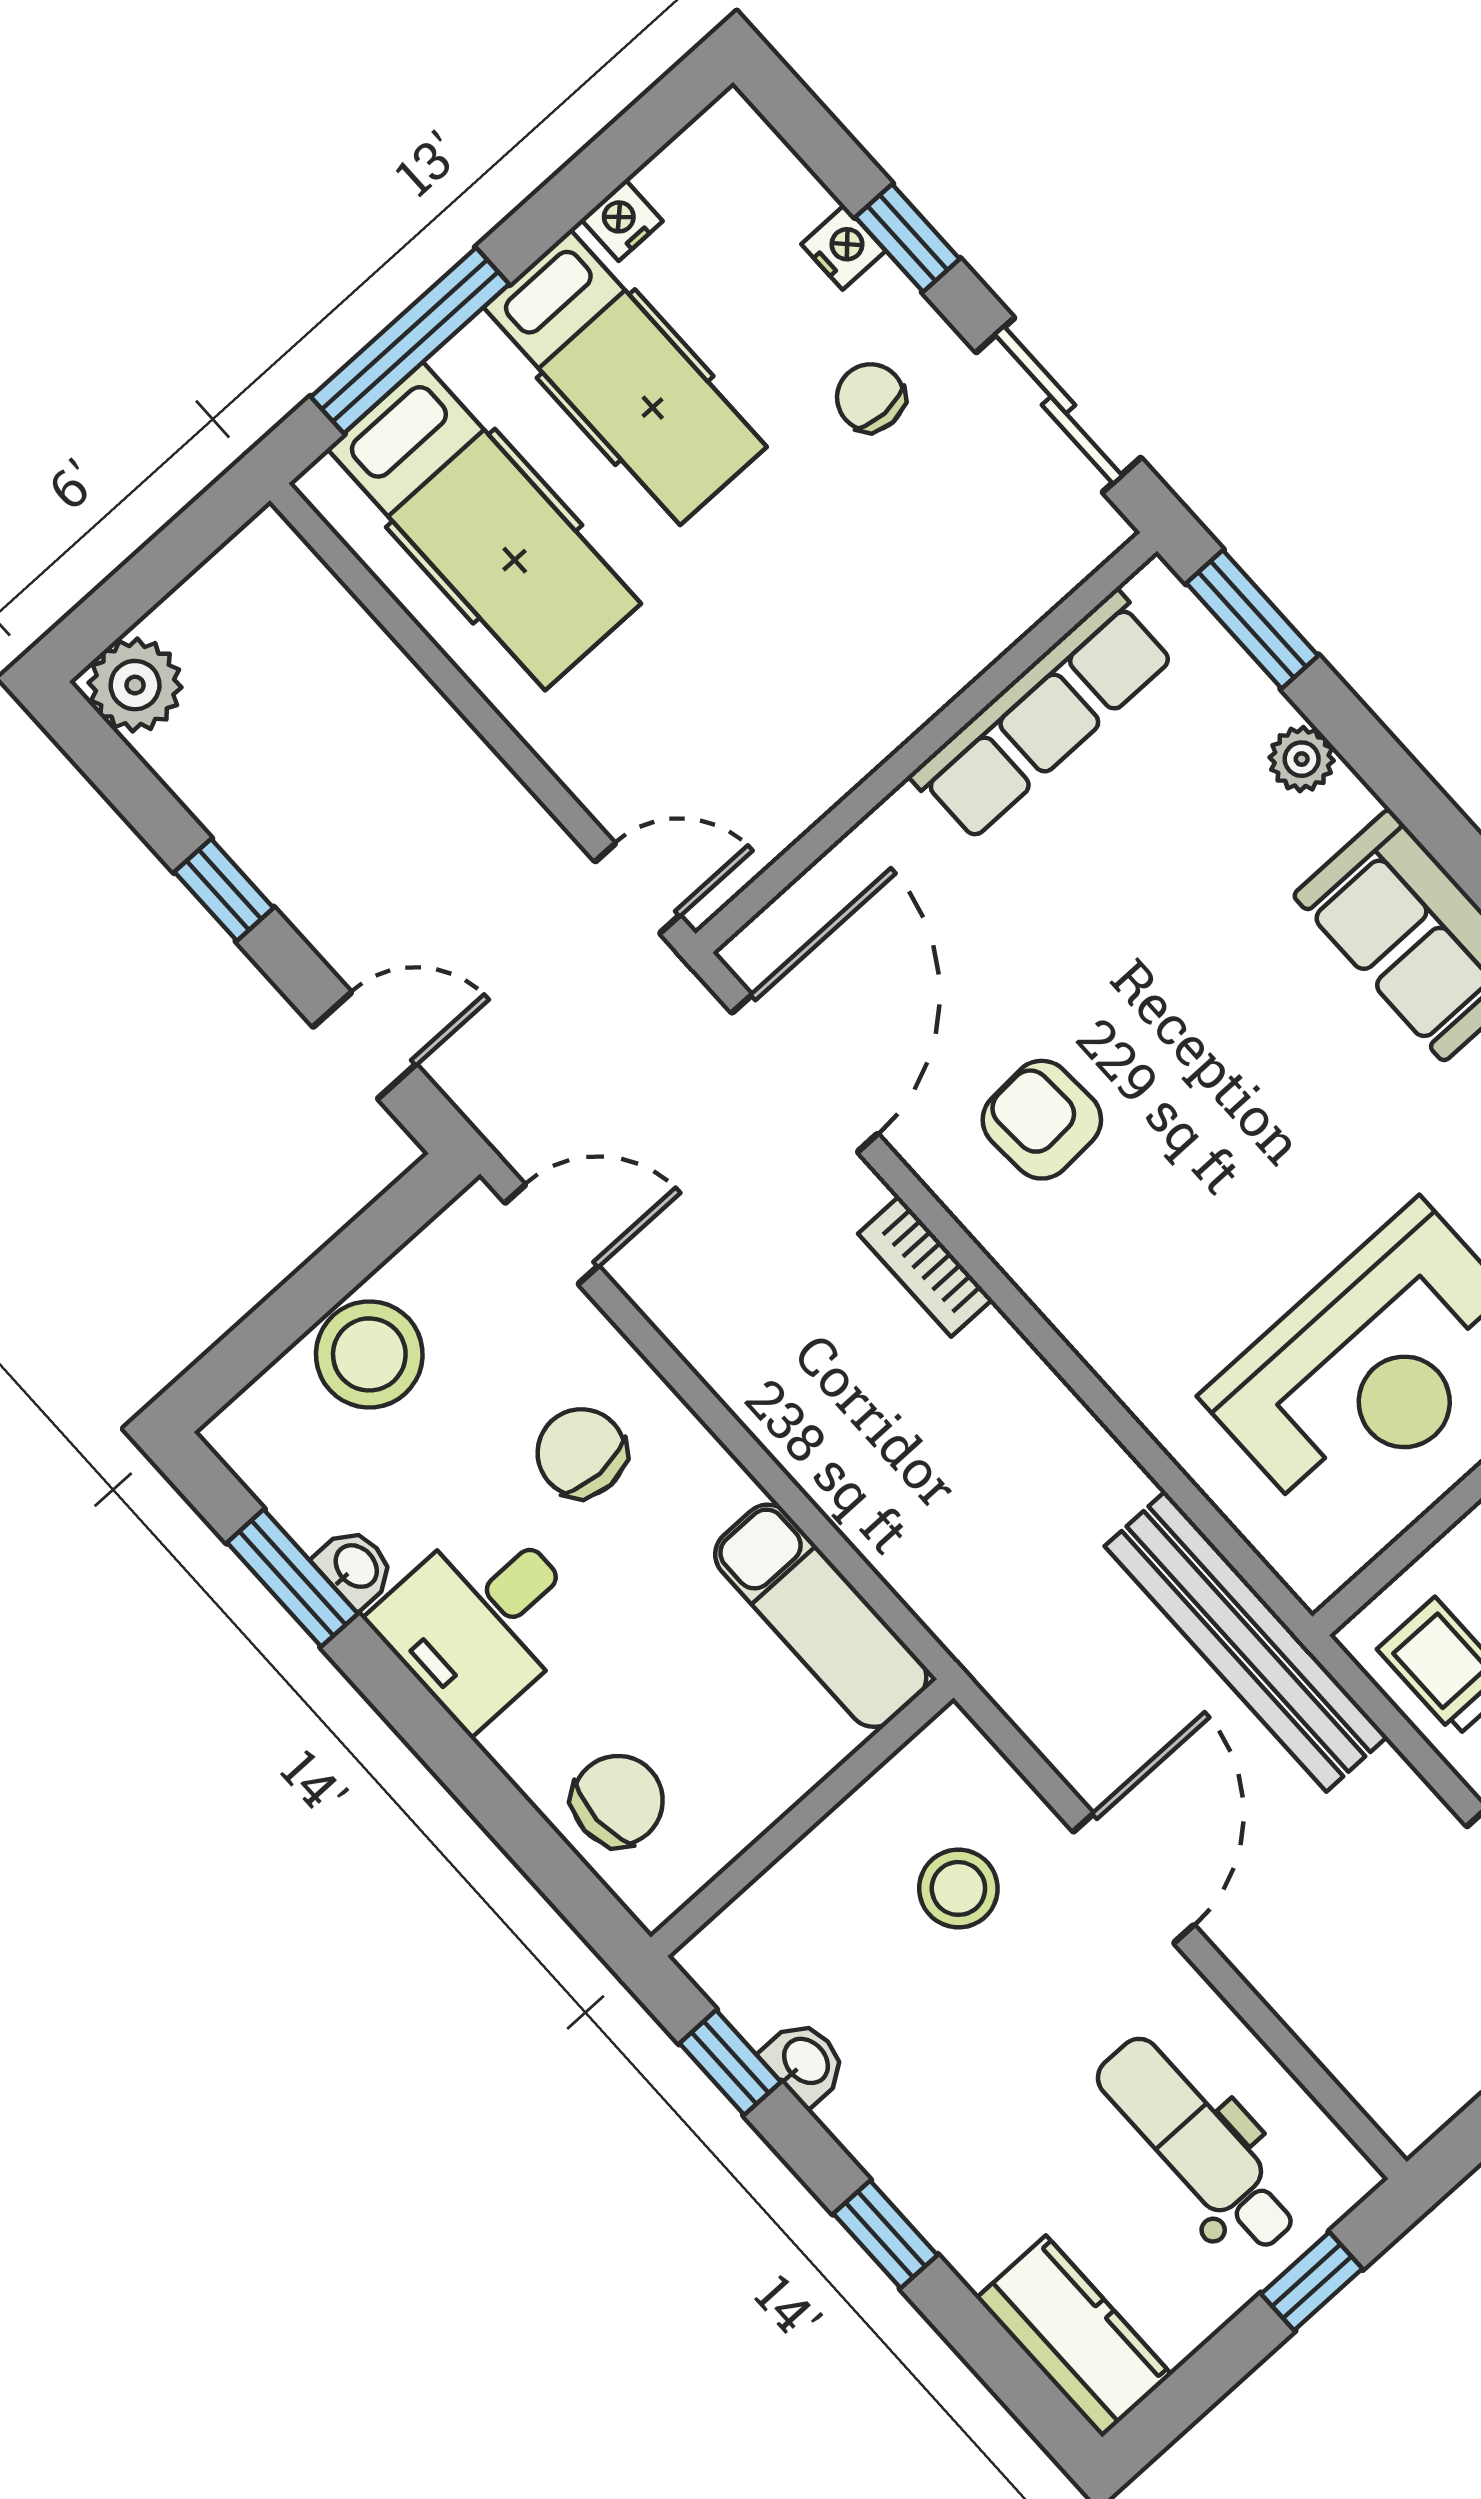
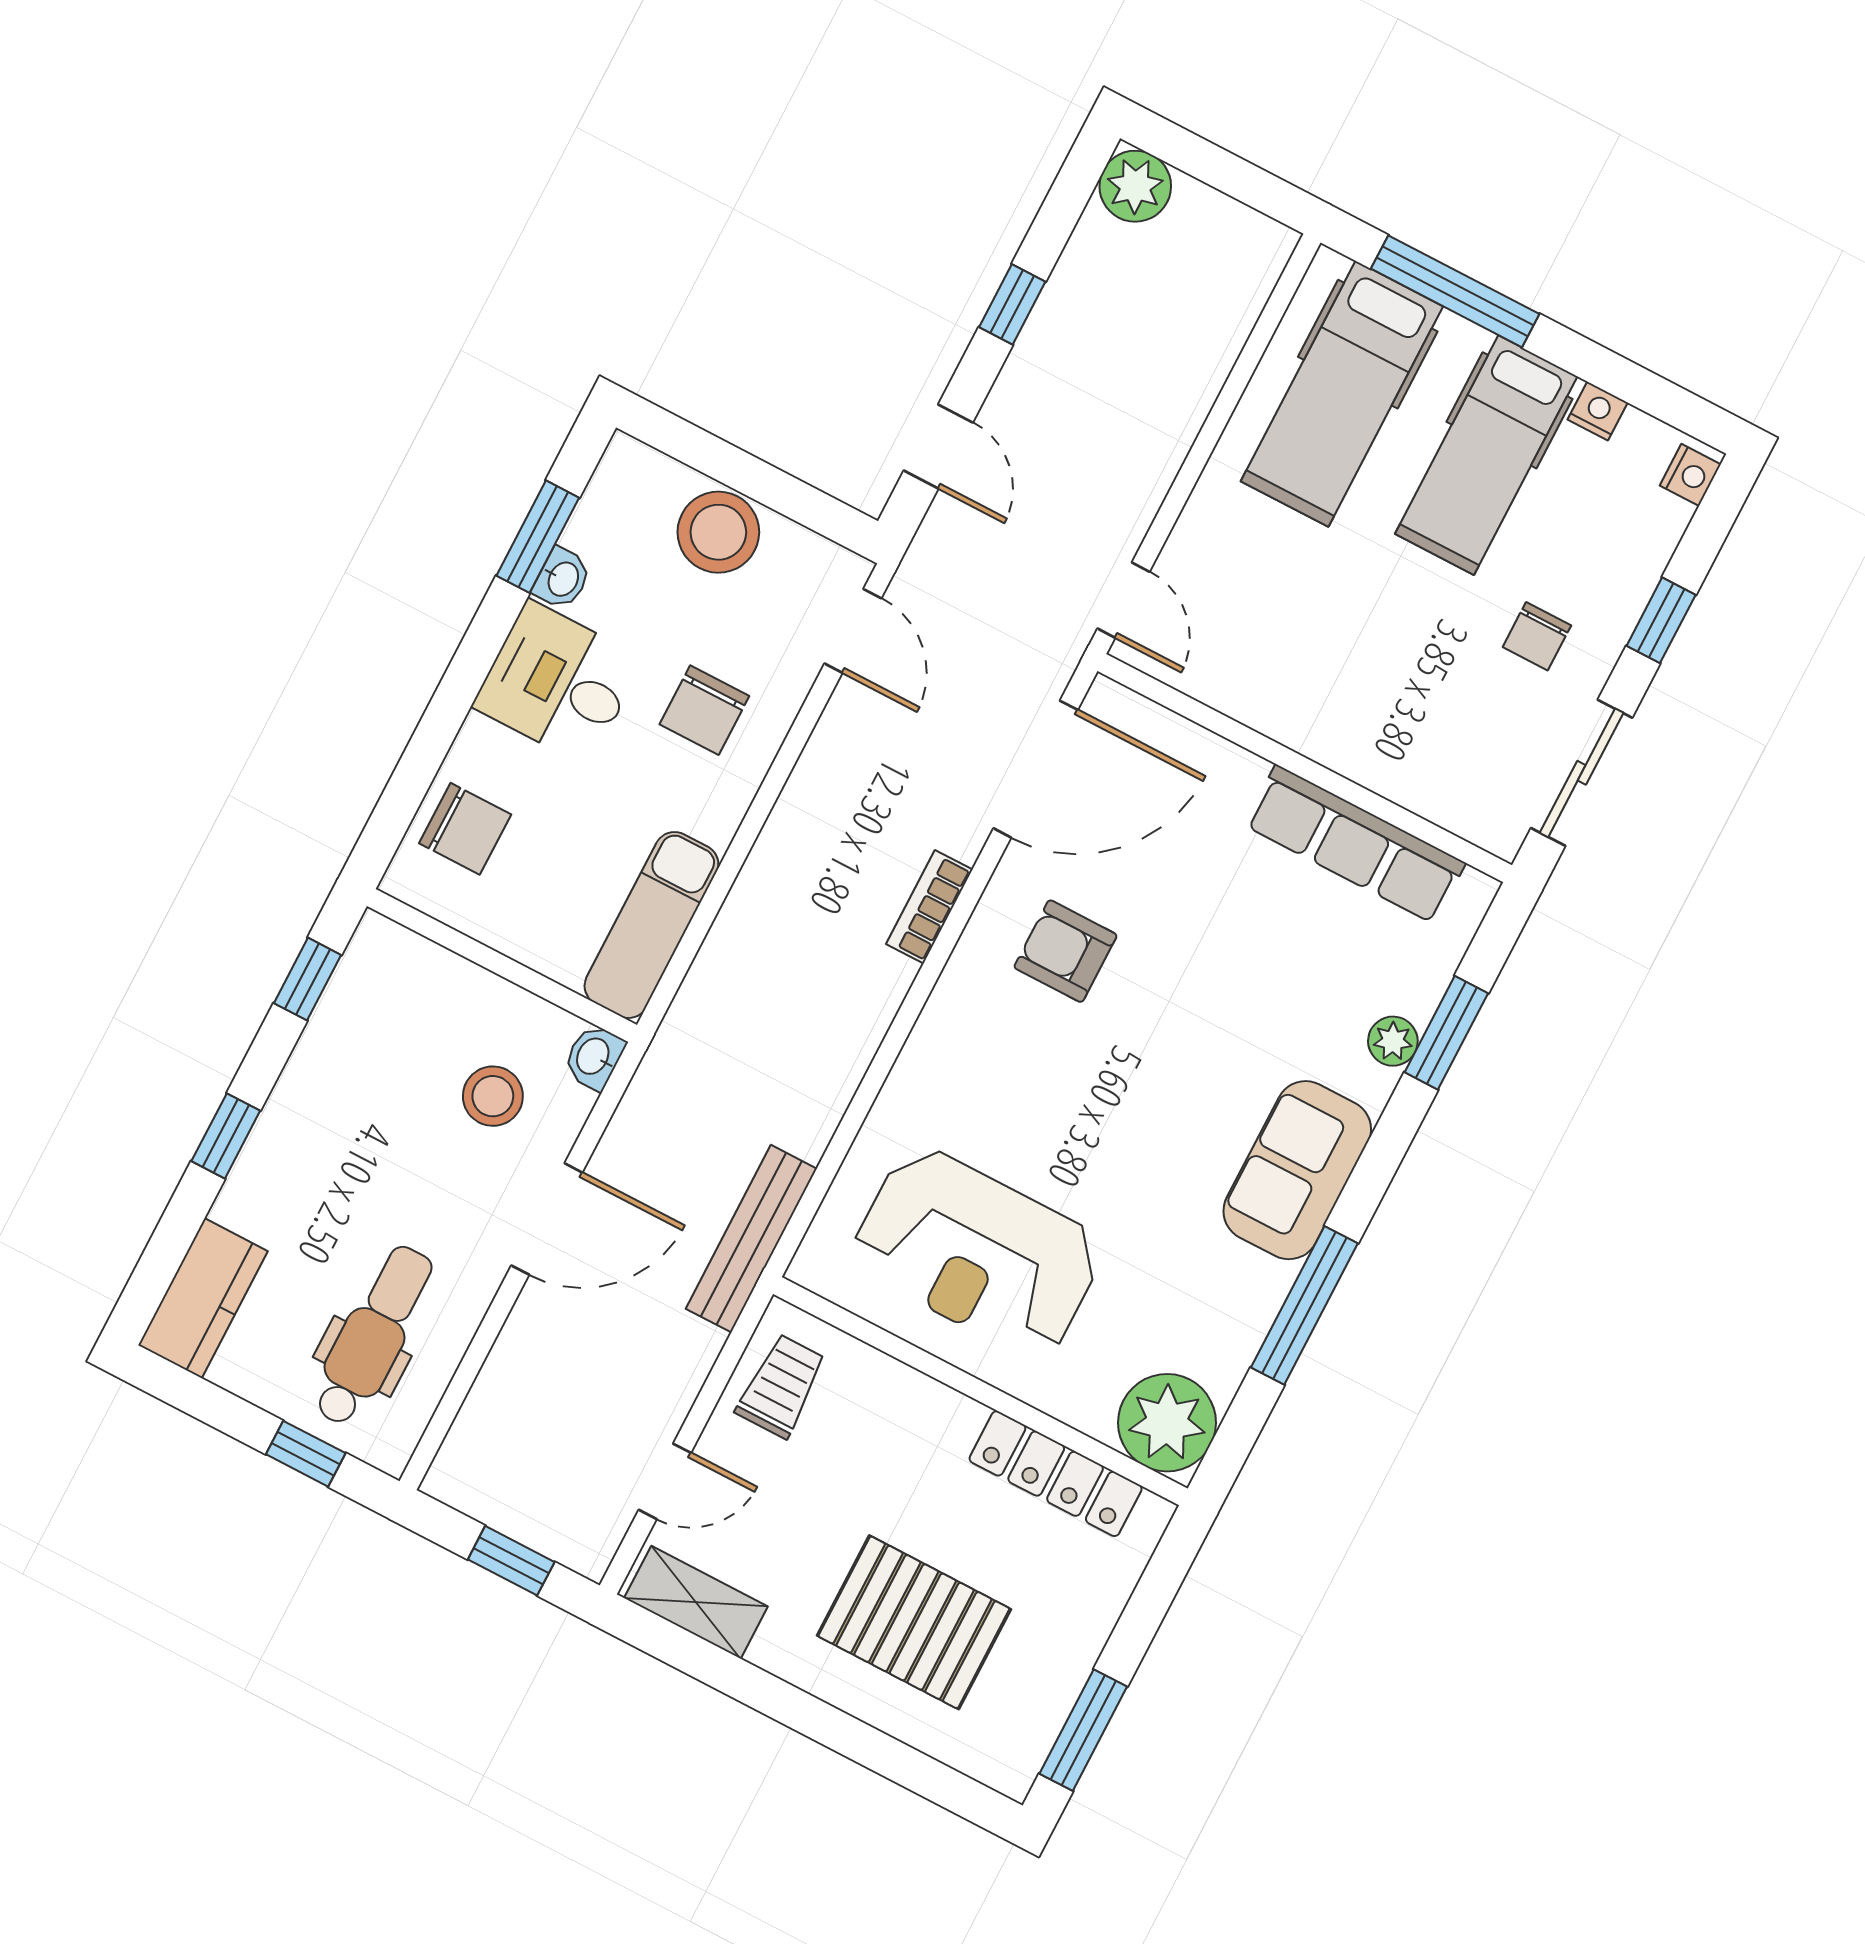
nightstand: (844, 247) -> (1690, 475), moved
chair: (871, 398) -> (1537, 636), turned 180
window: (1252, 619) -> (1446, 1033), moved
armchair: (1042, 1120) -> (1066, 951), turned -87
chair: (581, 1453) -> (704, 710), turned 180
bench: (1246, 1641) -> (751, 1239), width x0.73, depth x0.82
washbasin: (805, 2062) -> (594, 1057), moved, turned 180

